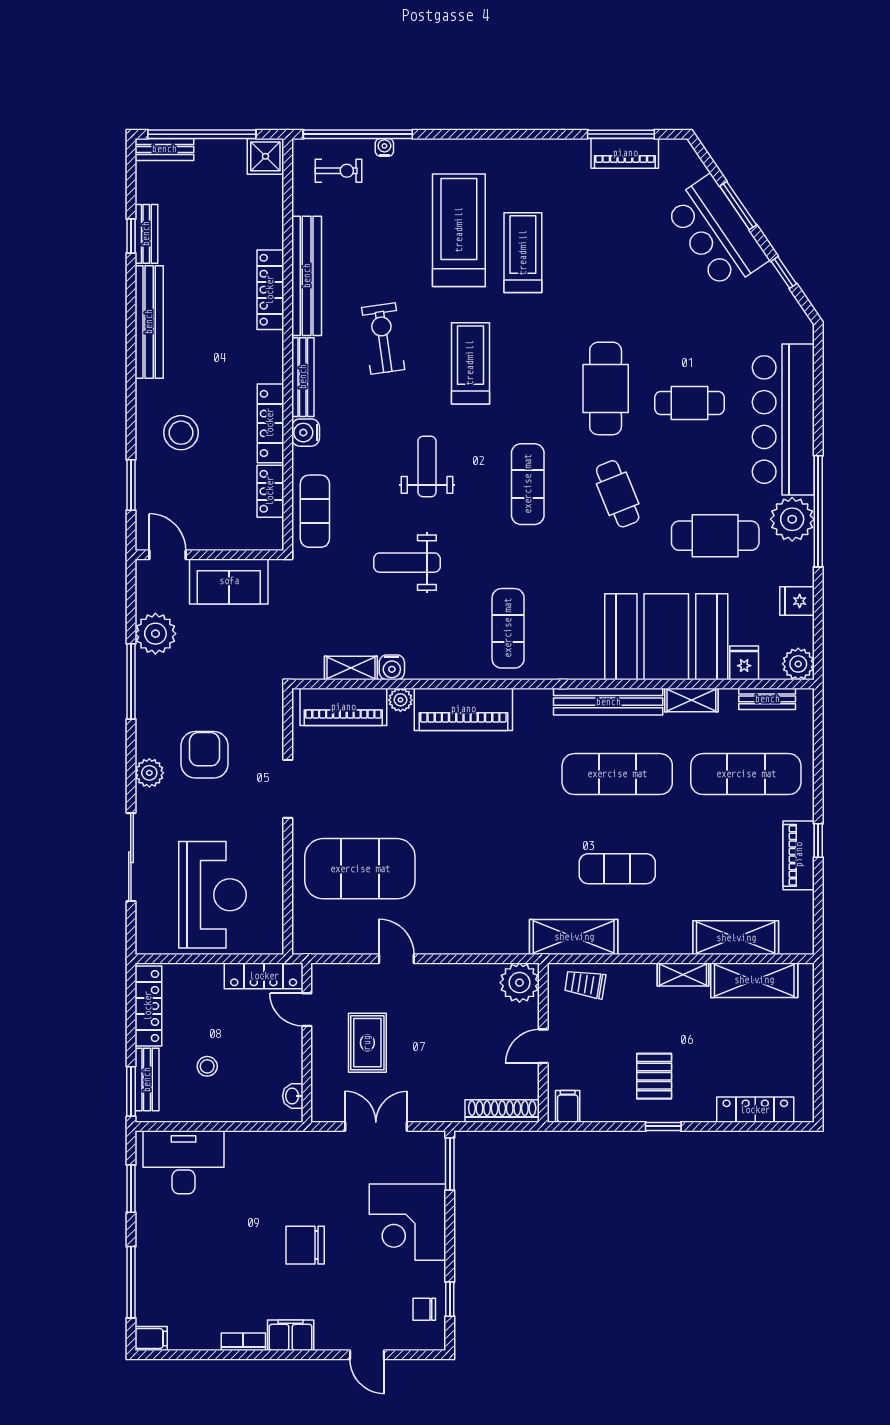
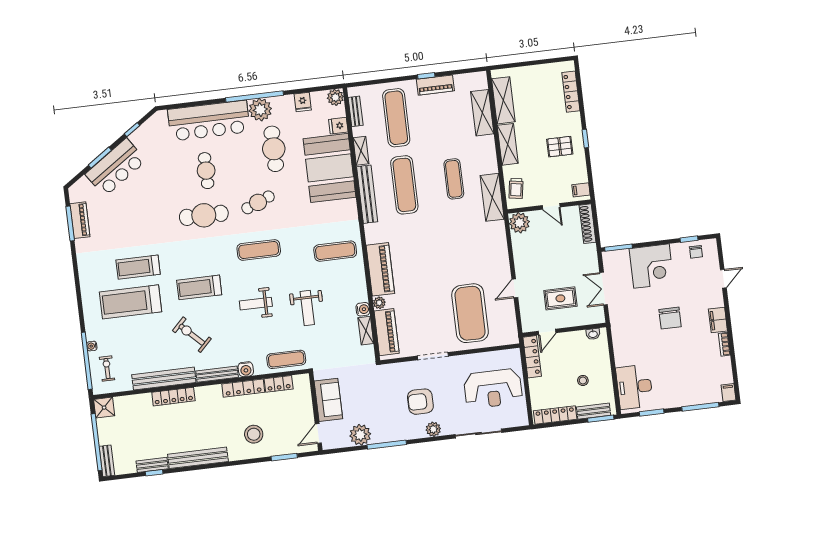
exercise bike: (383, 339) -> (192, 335), turned 53
reception desk: (213, 895) -> (493, 389), turned 180
shelving: (683, 974) -> (508, 144), width x1.50, depth x1.33

